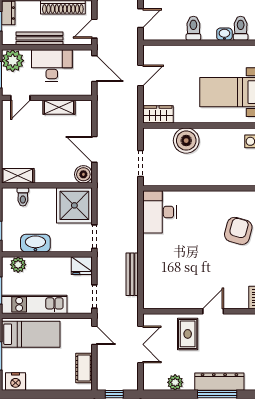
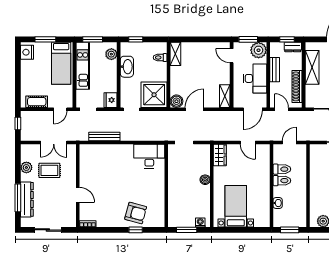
door: (140, 18) -> (289, 142), swing flipped
toilet: (241, 28) -> (282, 169), moved
bench: (40, 38) -> (275, 70), width x0.73
shelving: (59, 107) -> (225, 96), moved
boiler: (186, 141) -> (205, 180), width x0.54, depth x0.54
rug: (188, 334) -> (49, 170), moved

